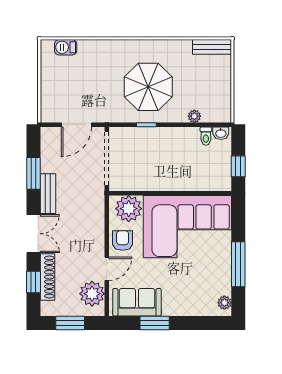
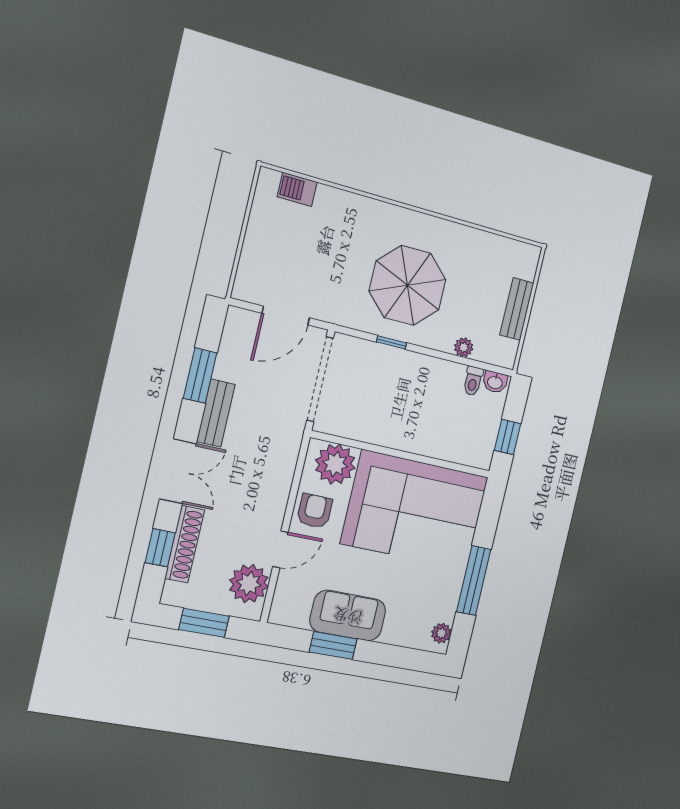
bench: (212, 47) -> (517, 309), moved, turned 90
sofa: (137, 302) -> (348, 616), moved

